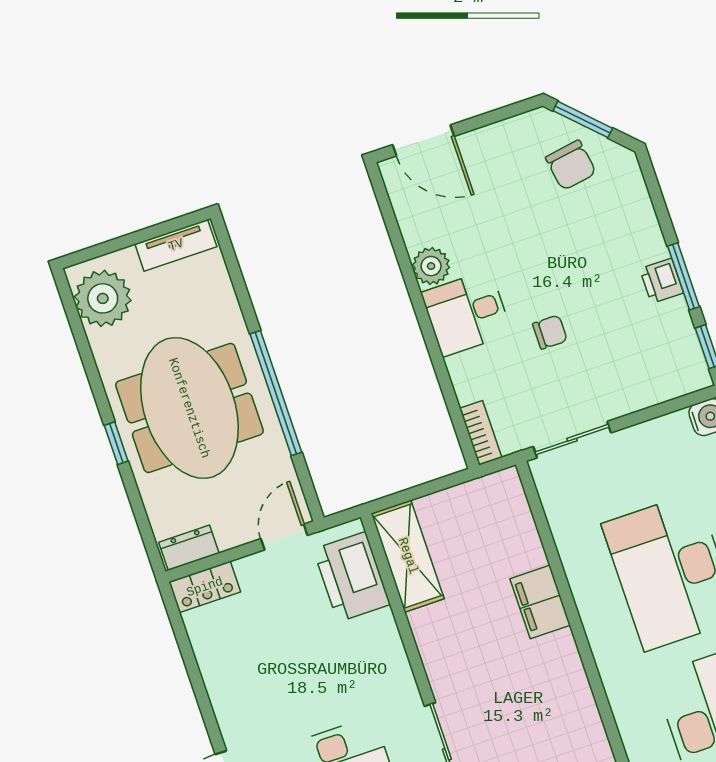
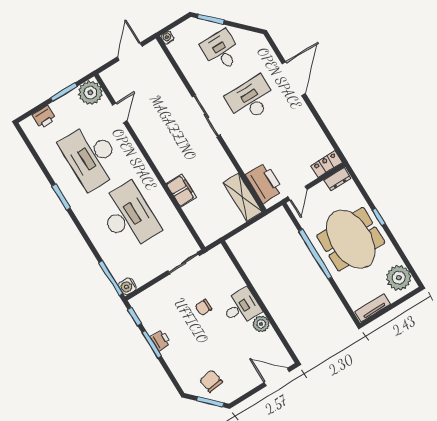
bookcase: (481, 433) -> (223, 257), removed

